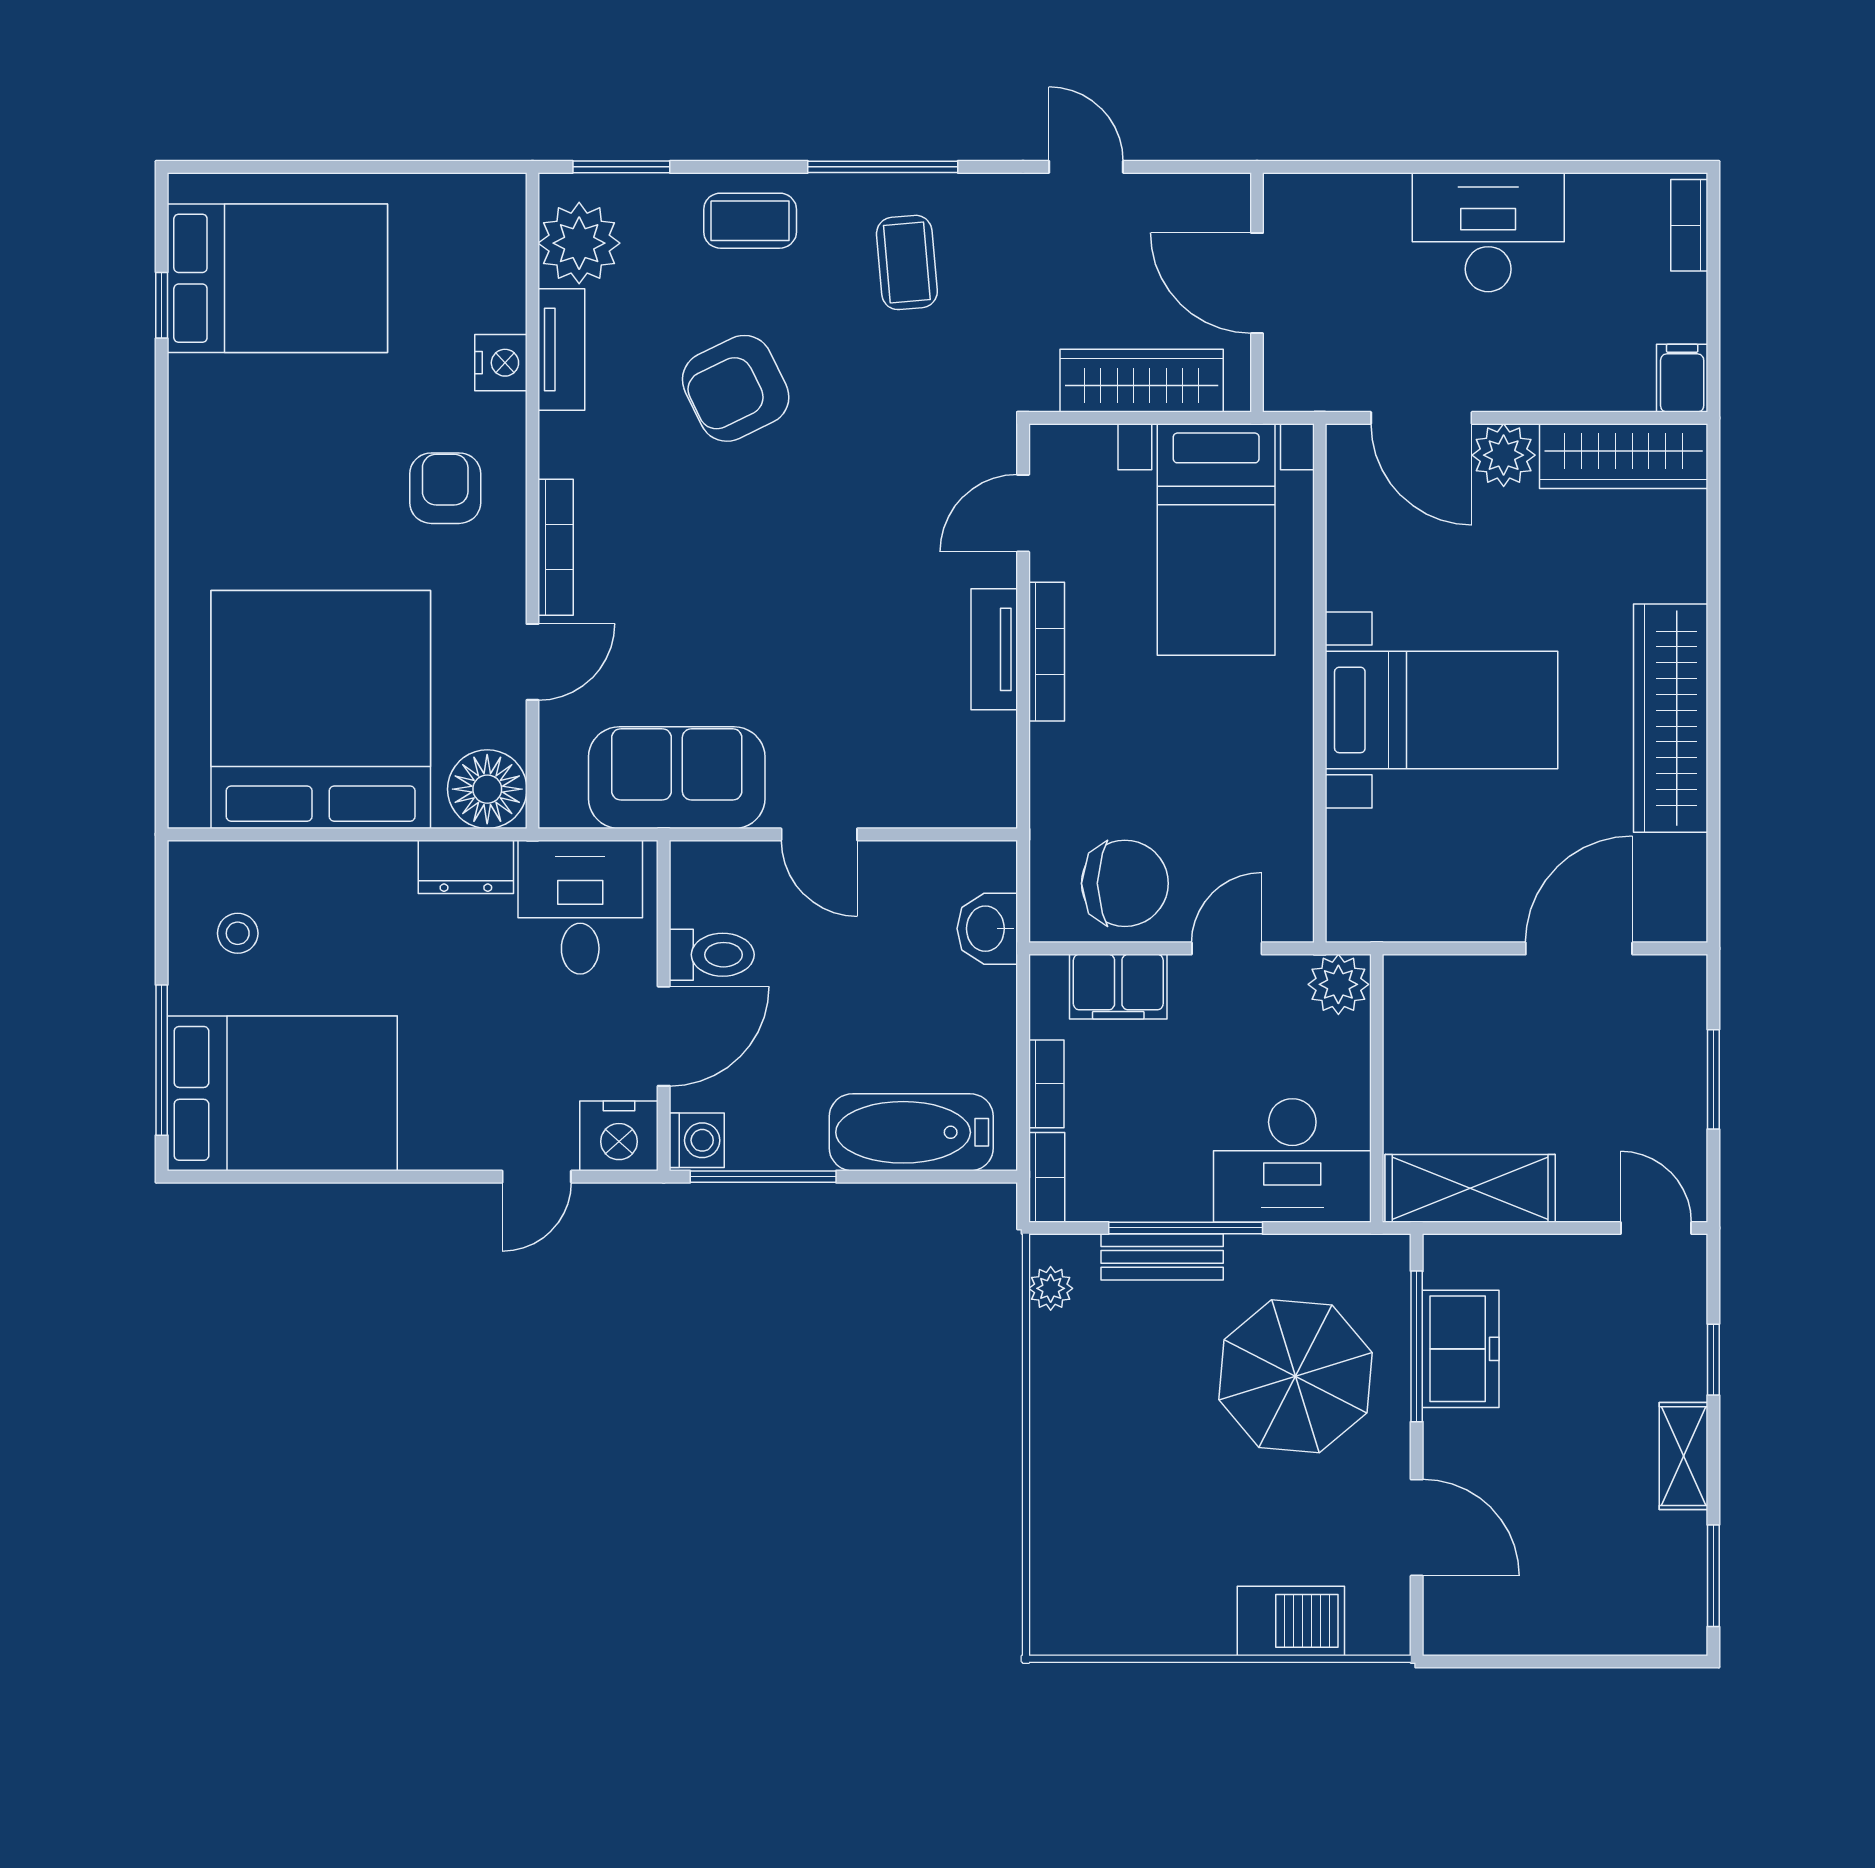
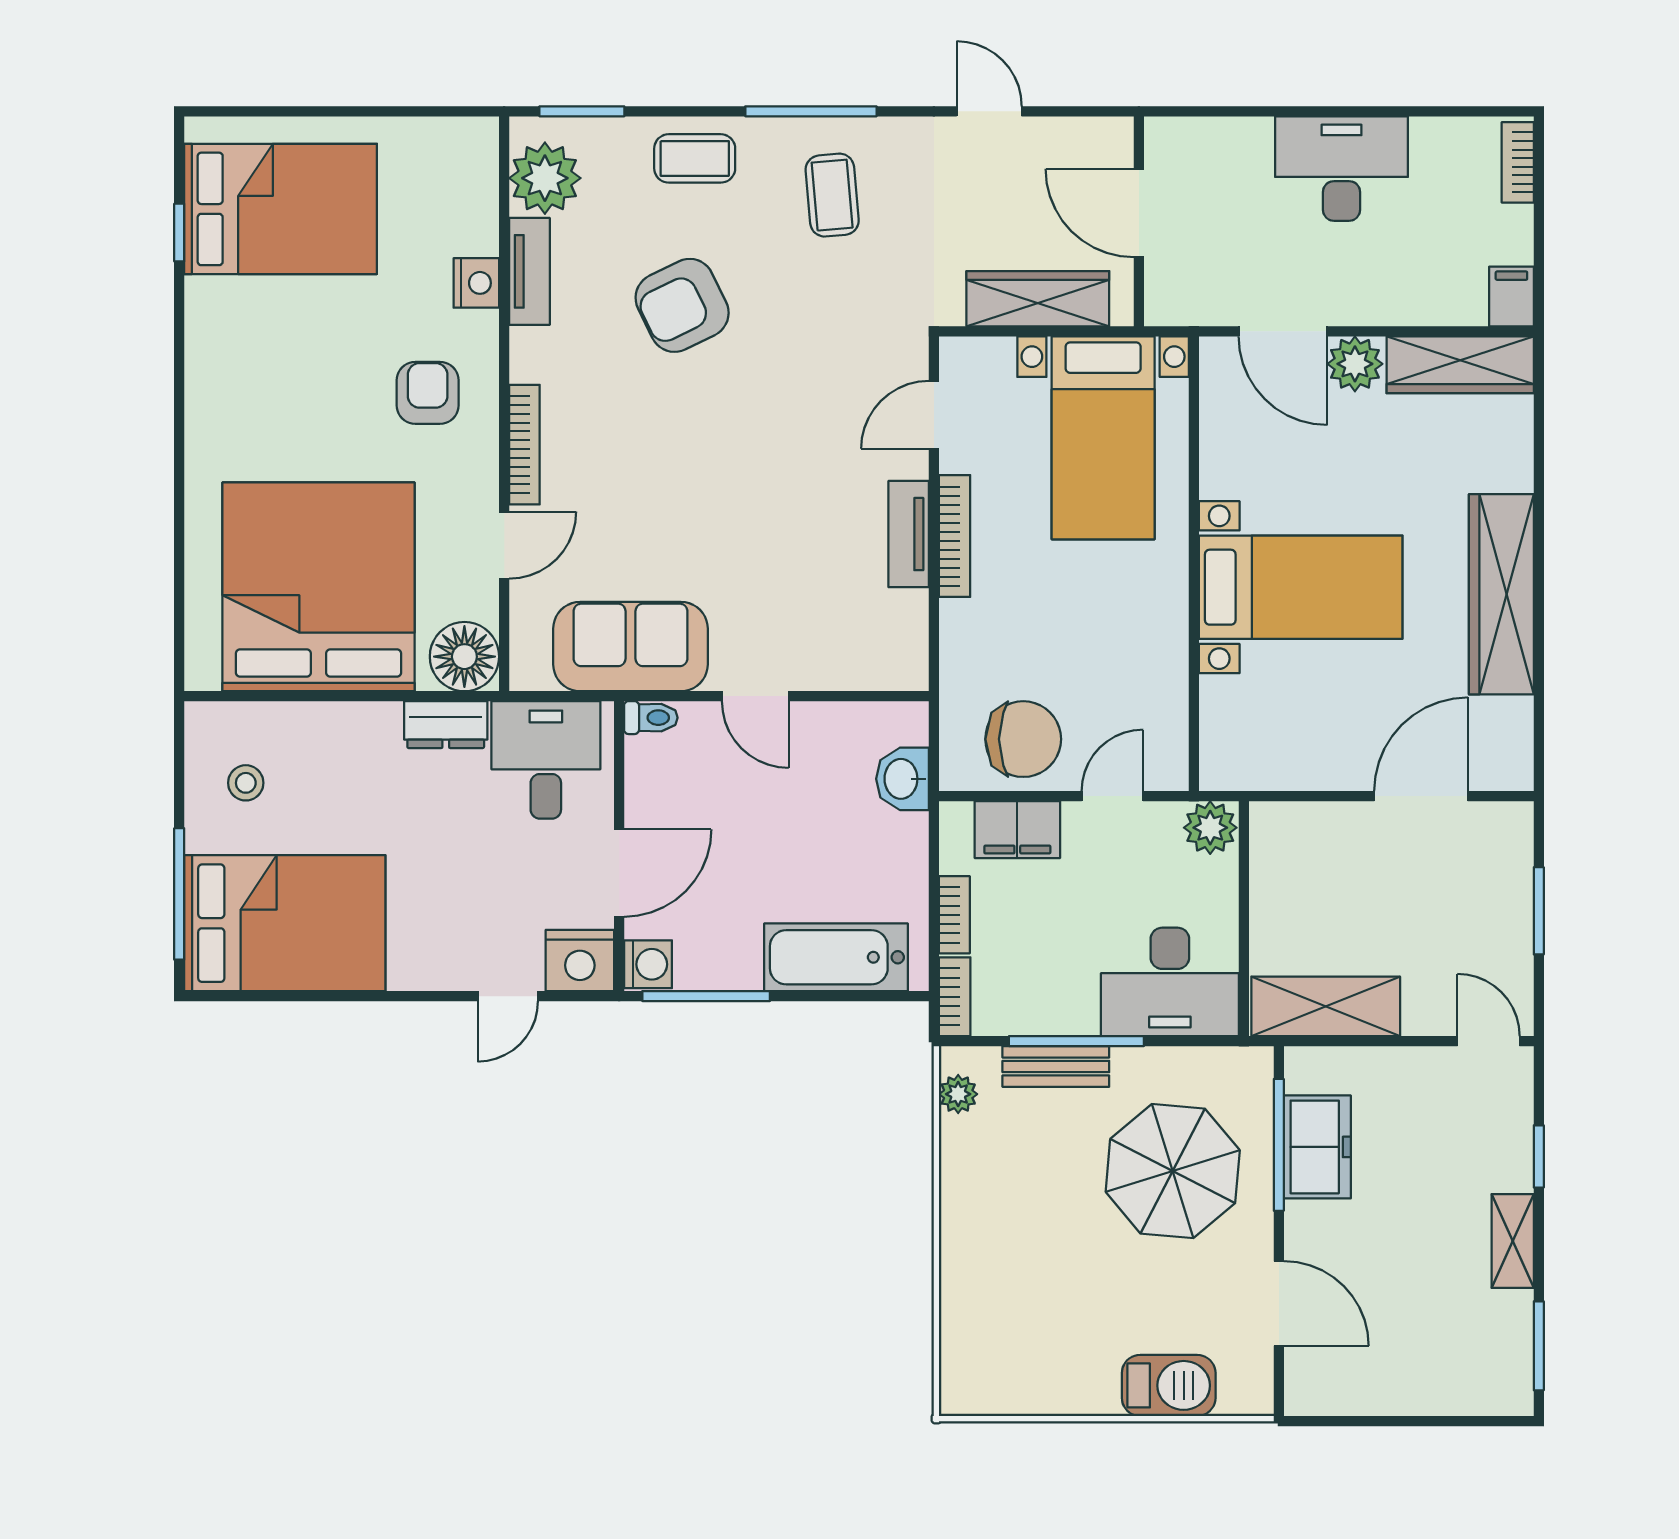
toilet: (712, 955) -> (651, 718), moved, width x0.73, depth x0.72

